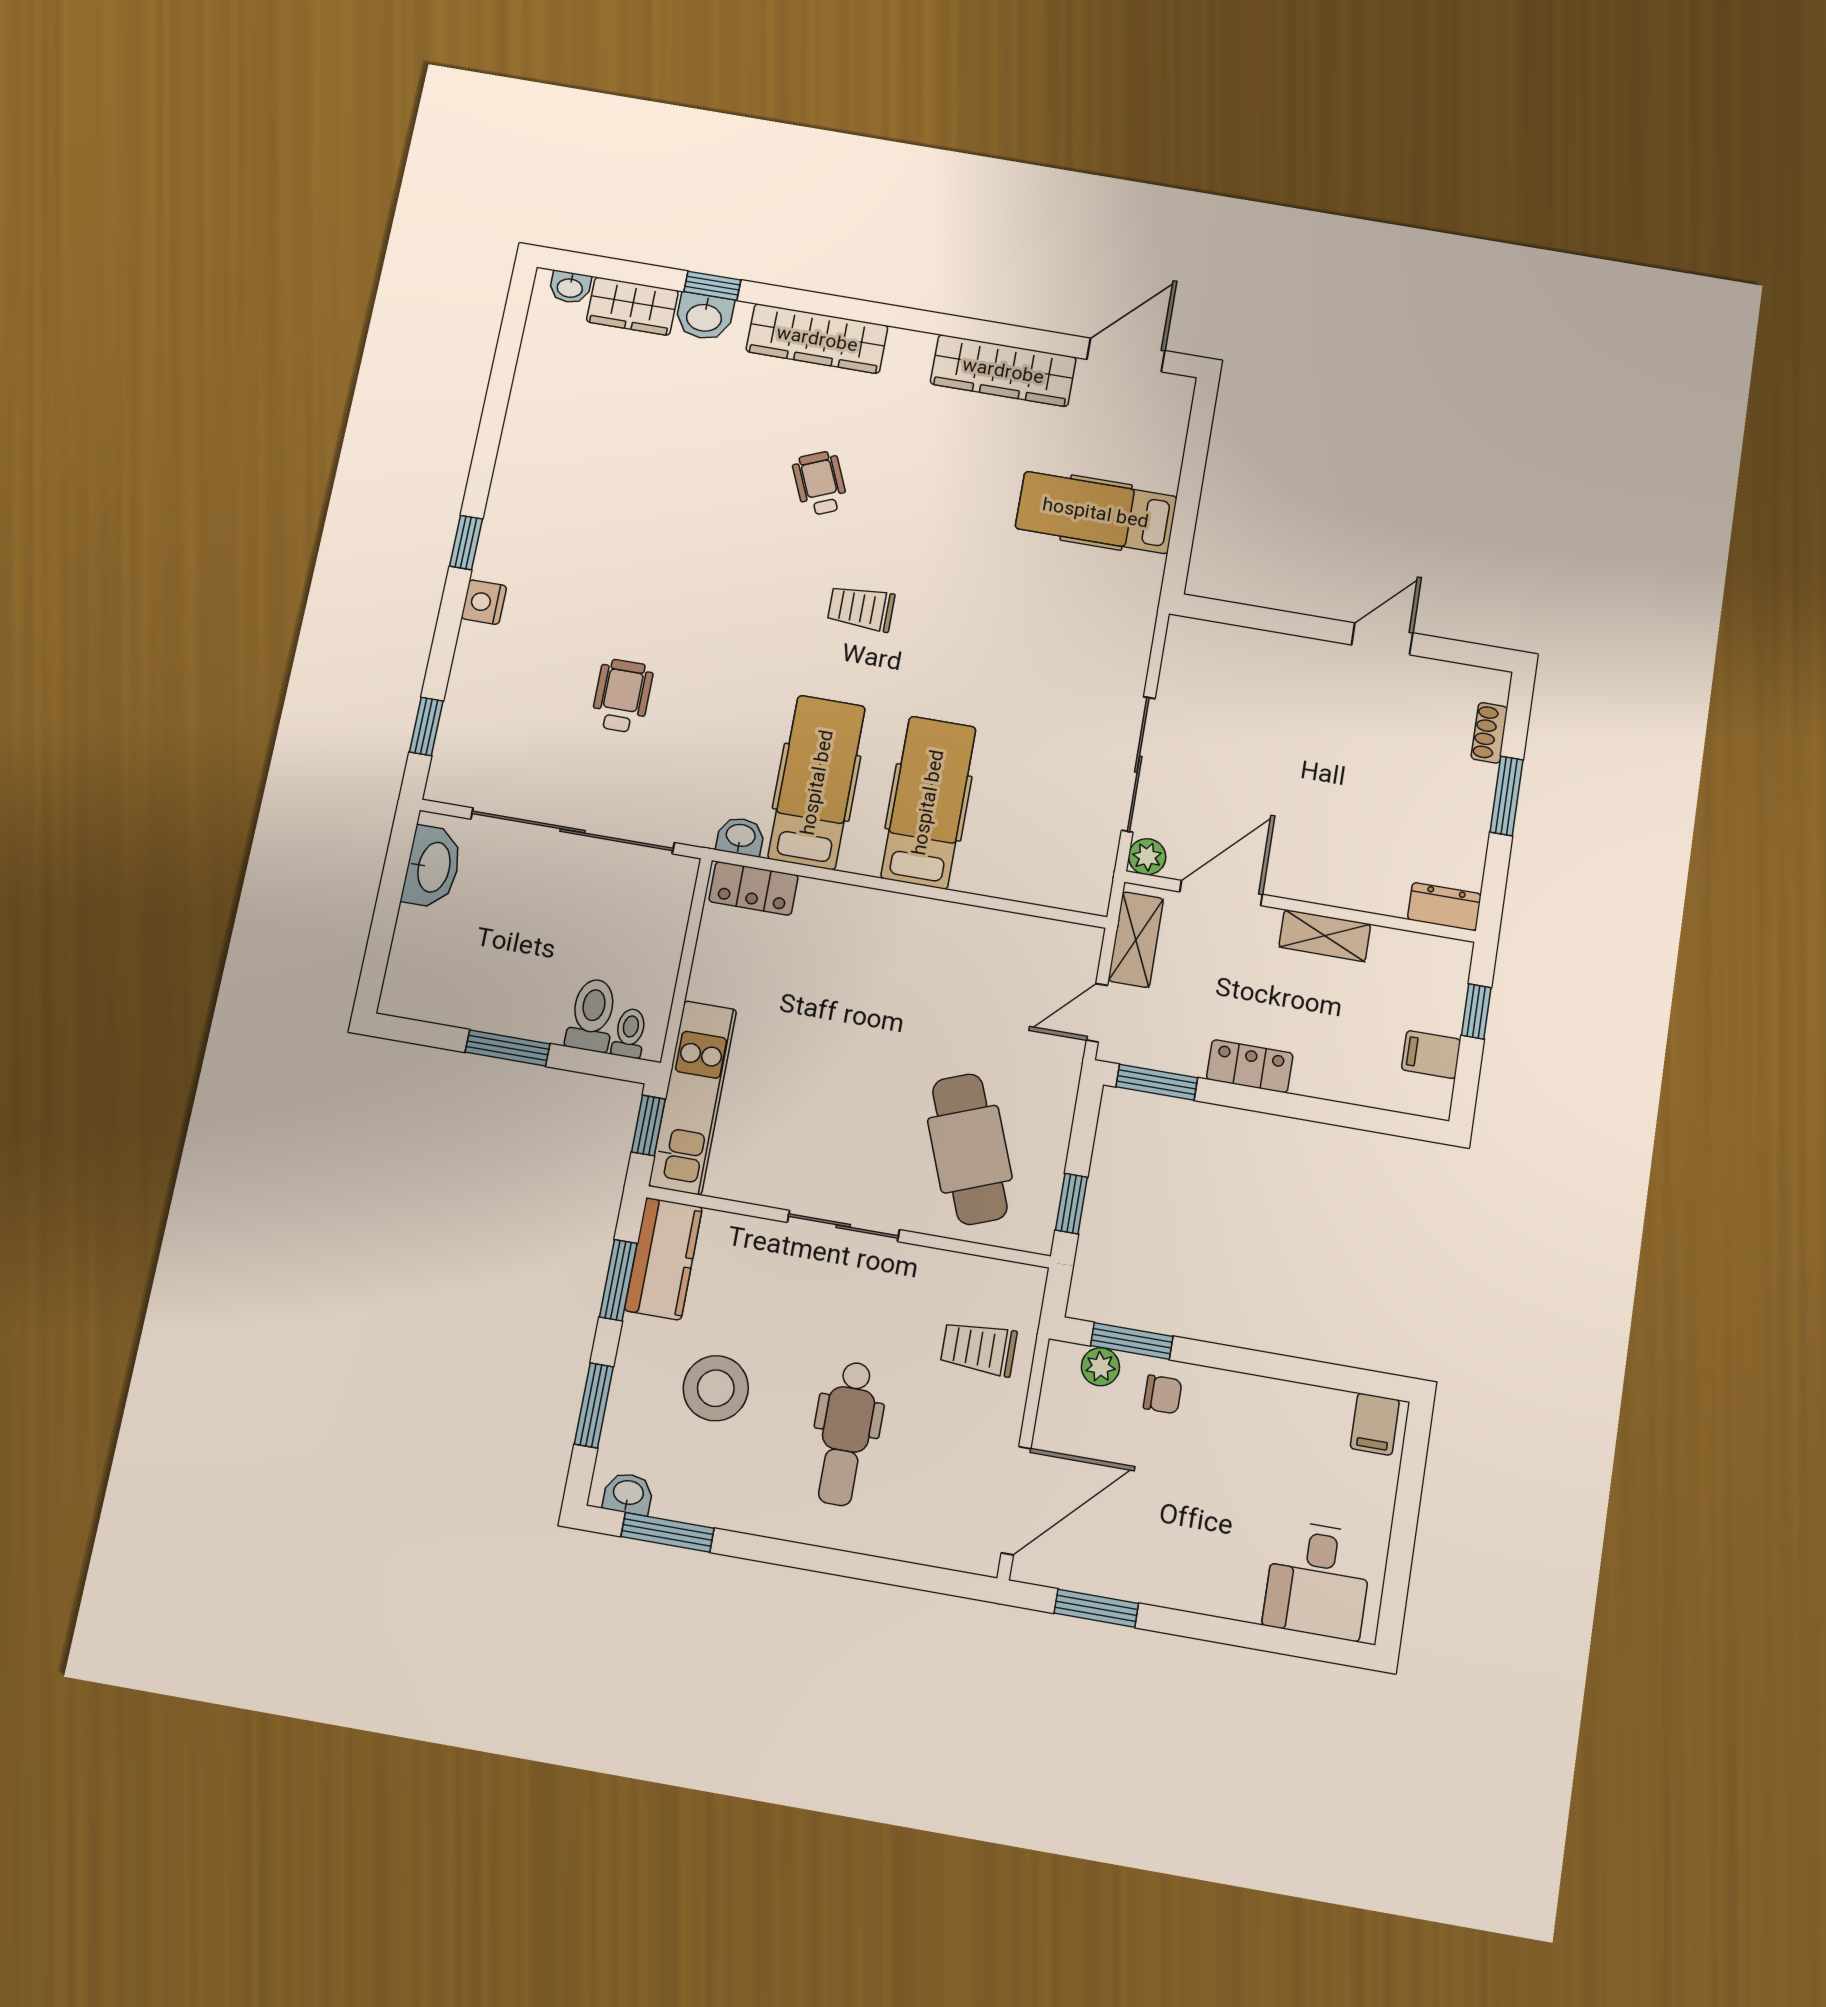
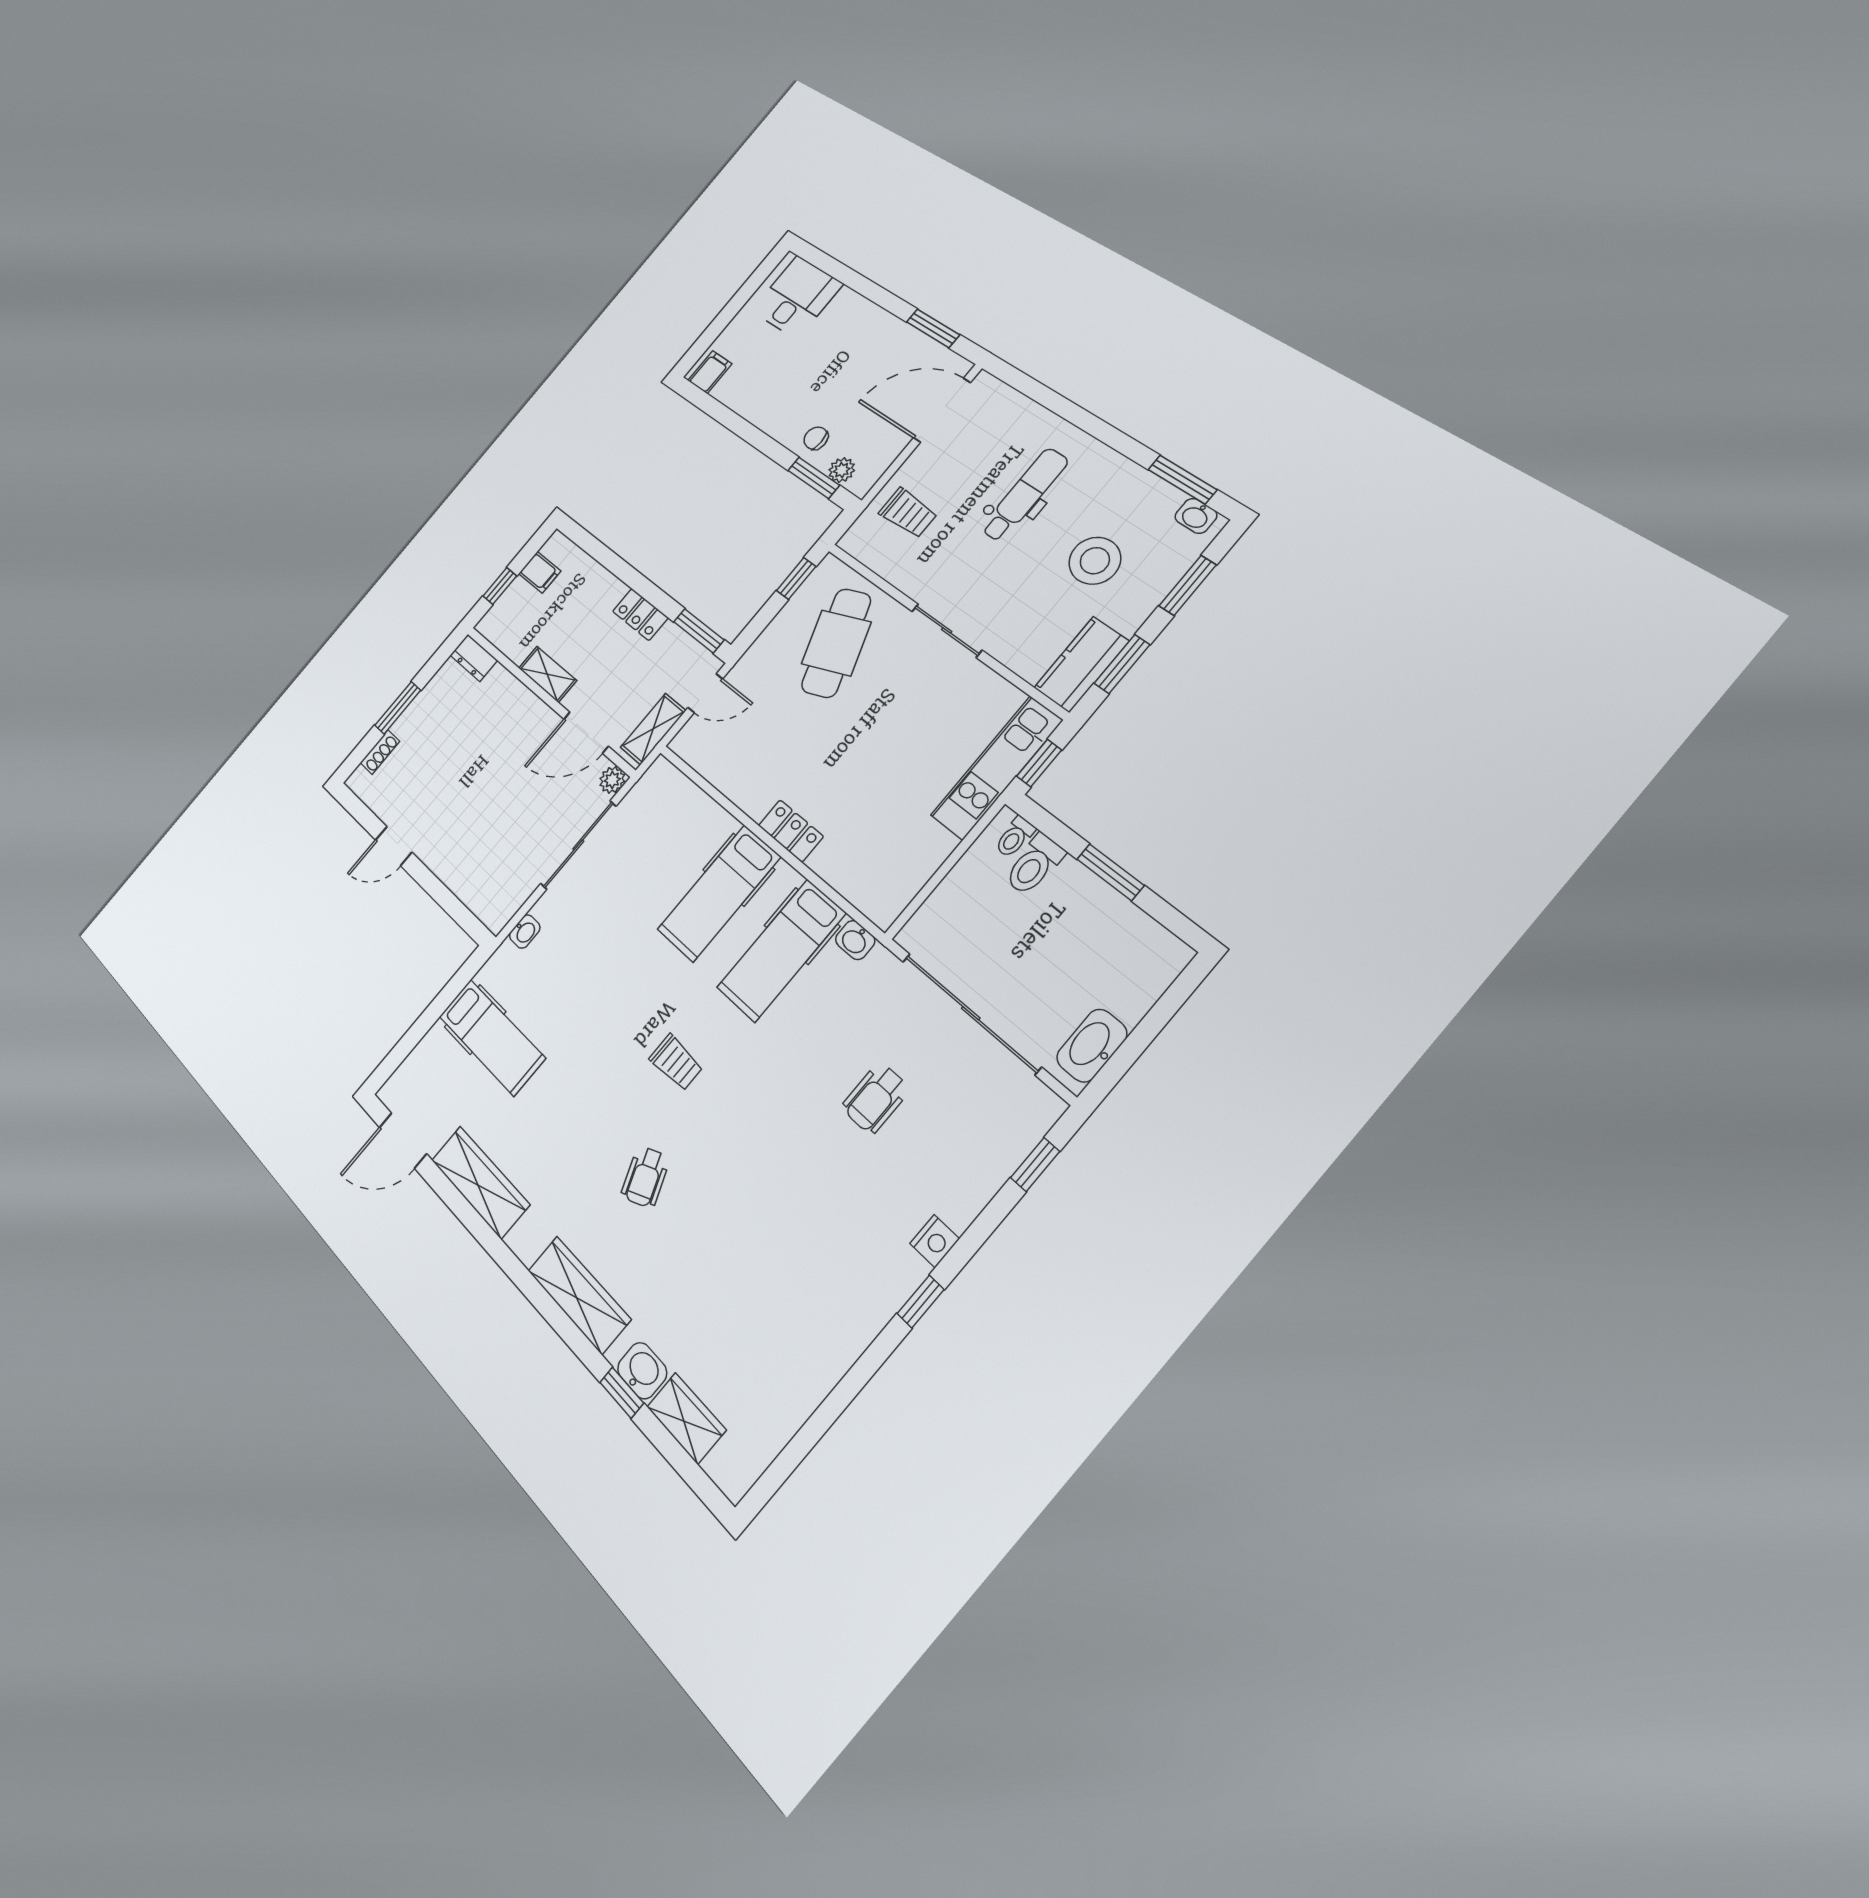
washbasin: (570, 287) -> (525, 932), moved, turned 90
locker: (754, 888) -> (791, 831), moved

